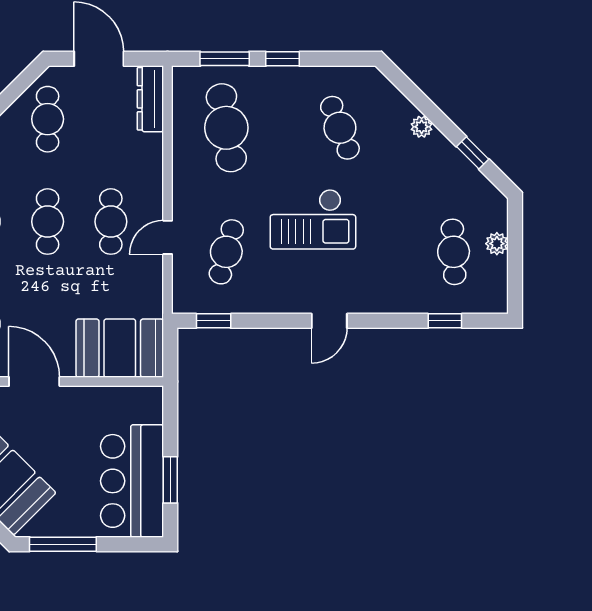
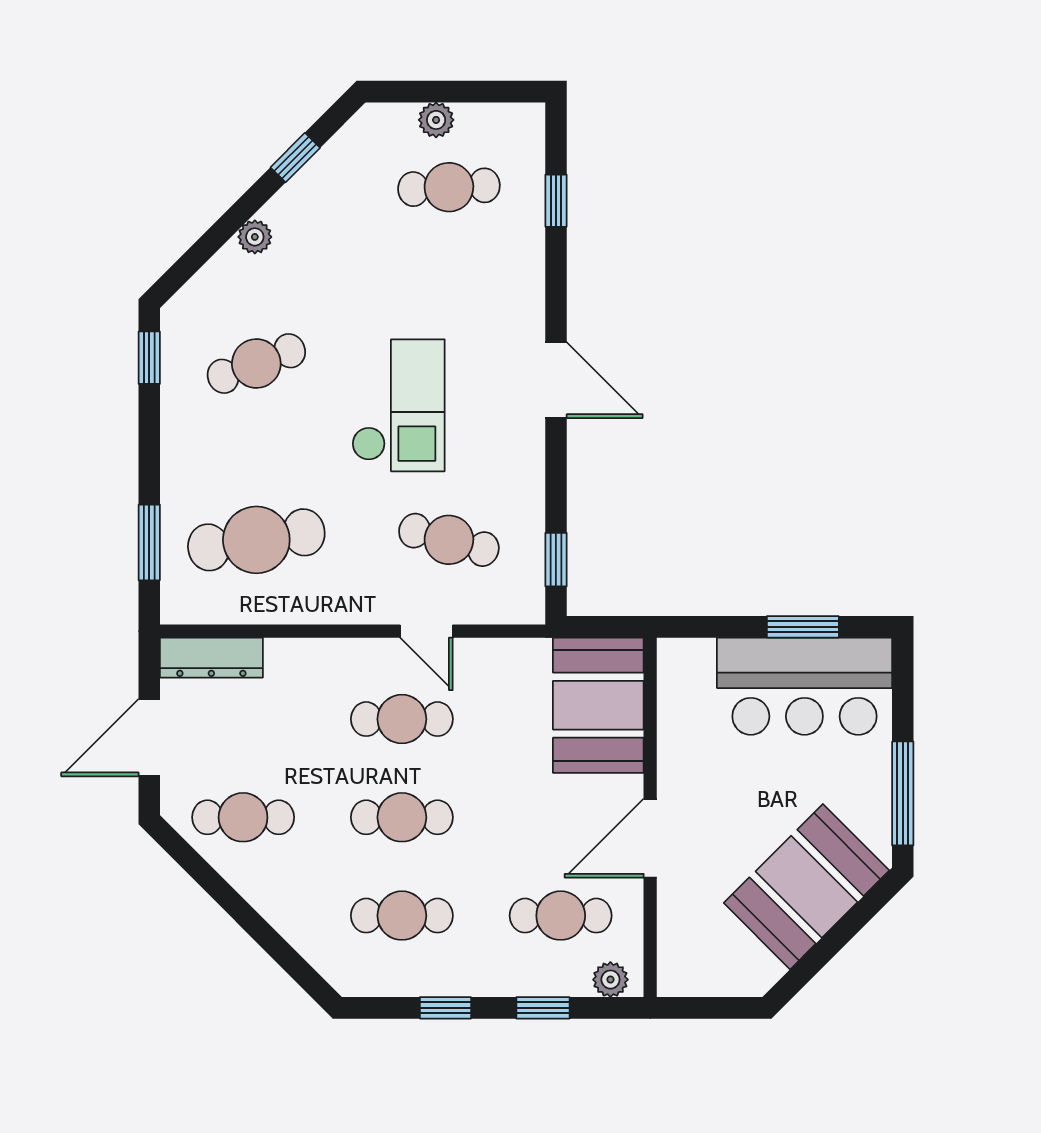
window: (283, 59) -> (149, 358), moved
door: (329, 321) -> (556, 380), width x1.37

